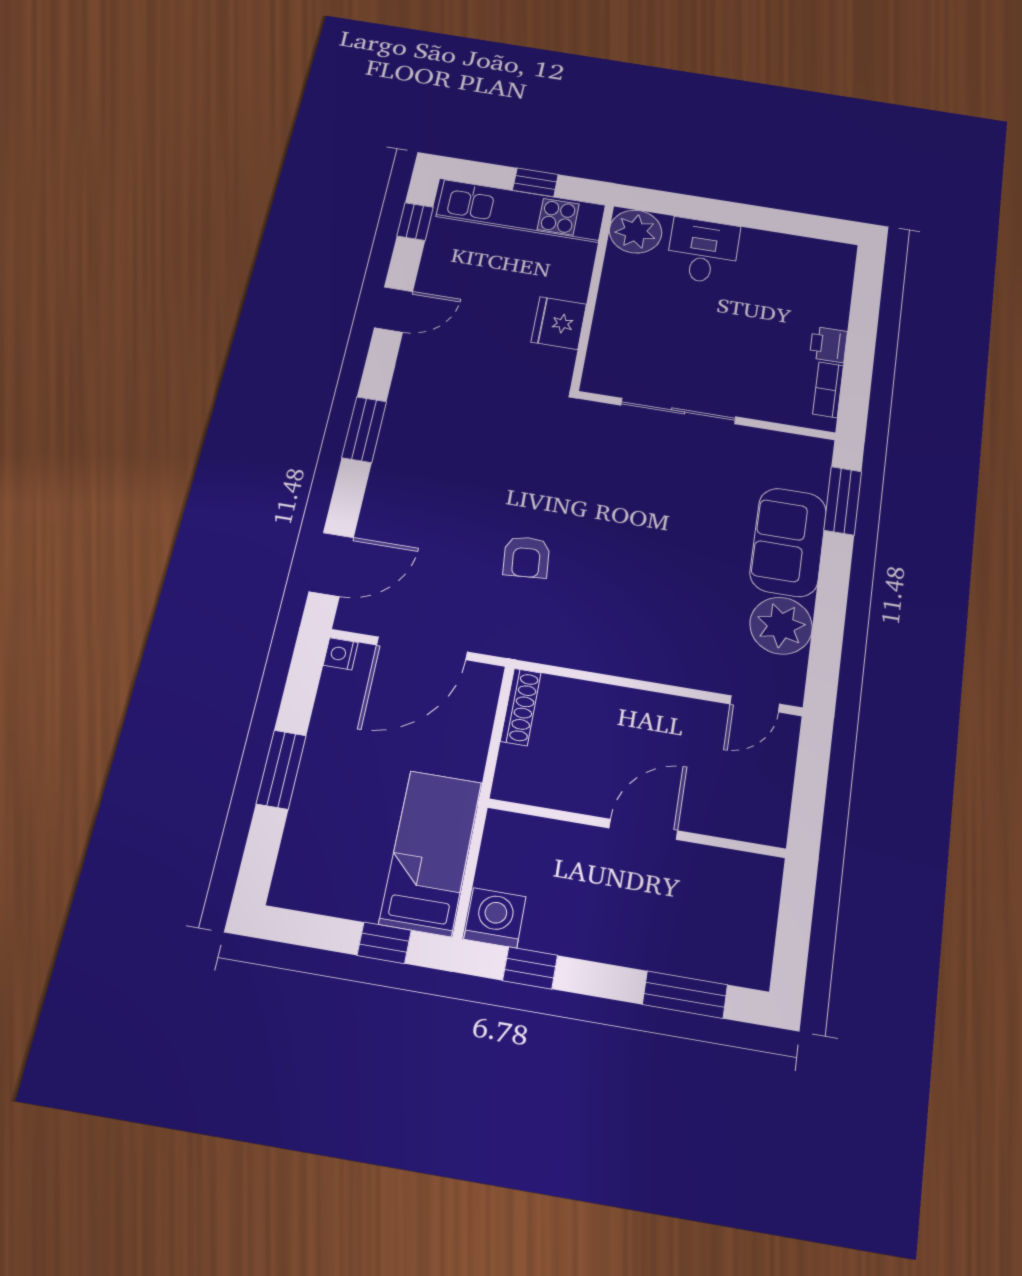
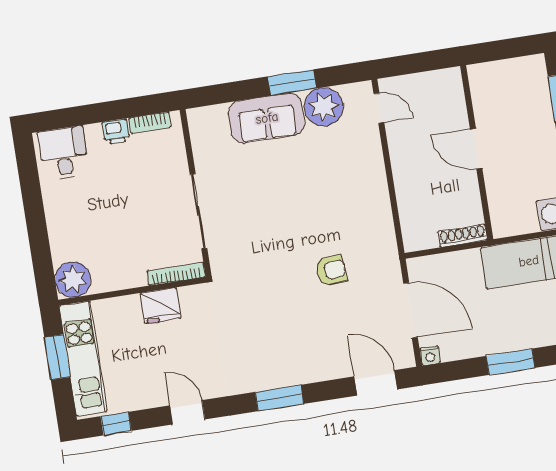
window: (535, 182) -> (57, 357), width x1.50
desk: (703, 251) -> (63, 153), moved, turned 90
bookcase: (597, 356) -> (176, 274), added
window: (843, 501) -> (292, 82), moved
shoe rack: (521, 707) -> (463, 236), moved

